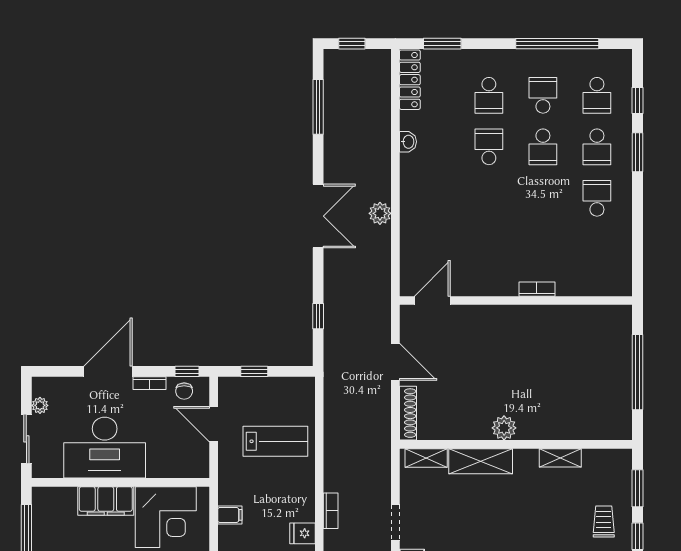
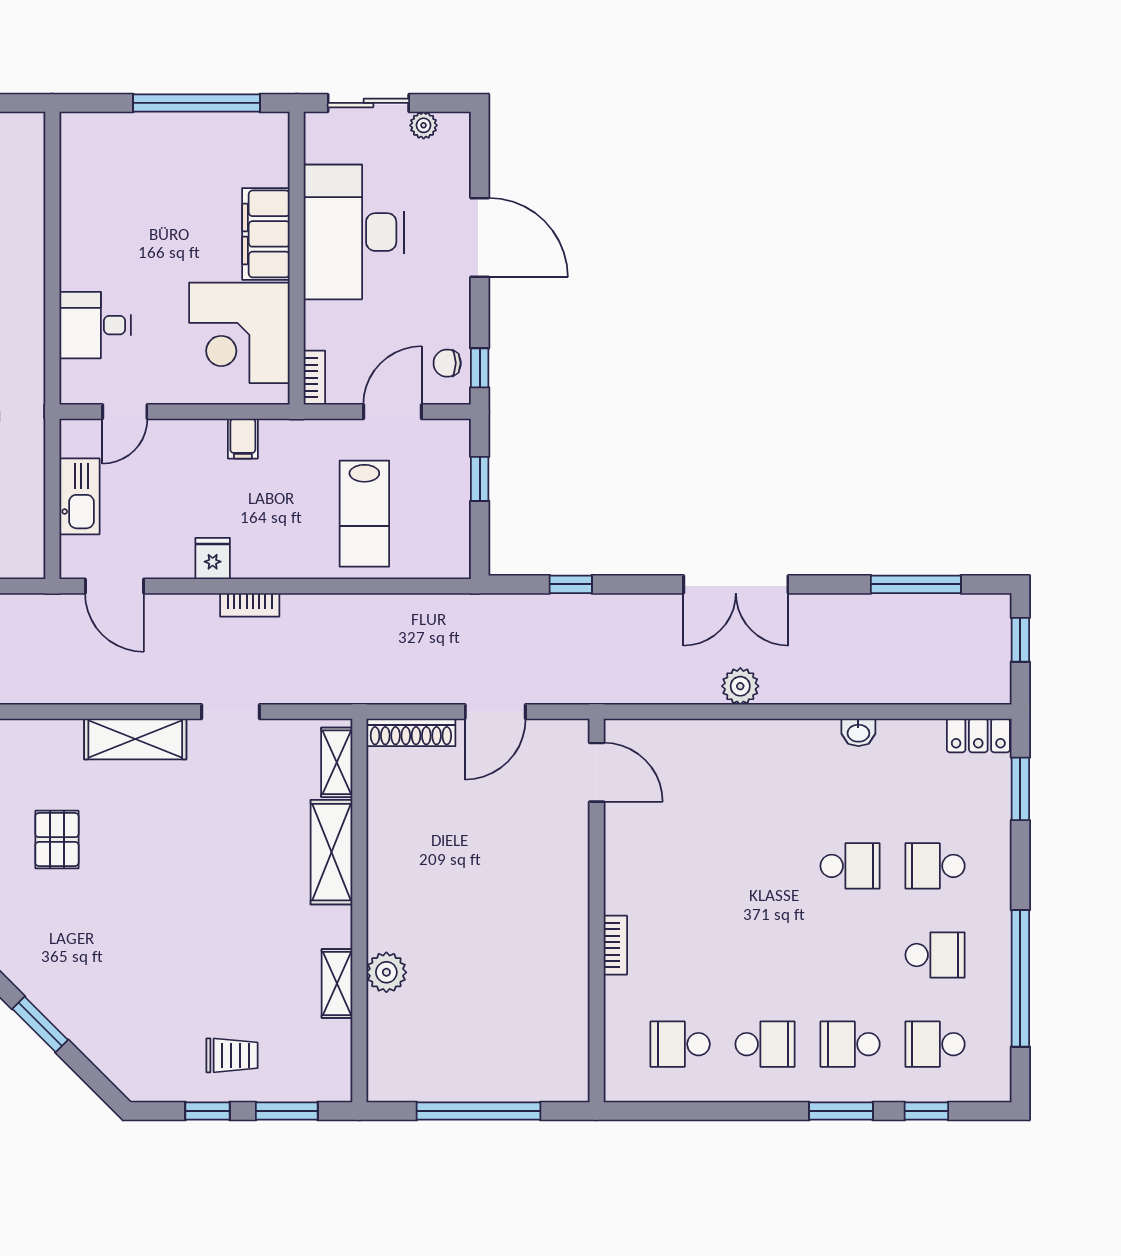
locker: (410, 80) -> (978, 735), width x0.66
school desk: (543, 147) -> (680, 1044), moved
bookcase: (150, 383) -> (314, 378), moved, turned 180
plant: (504, 428) -> (386, 972), moved

